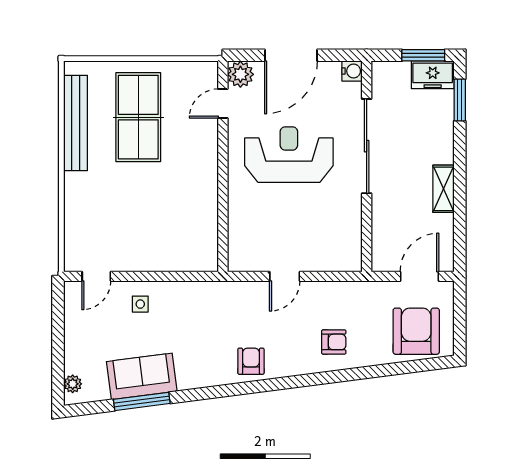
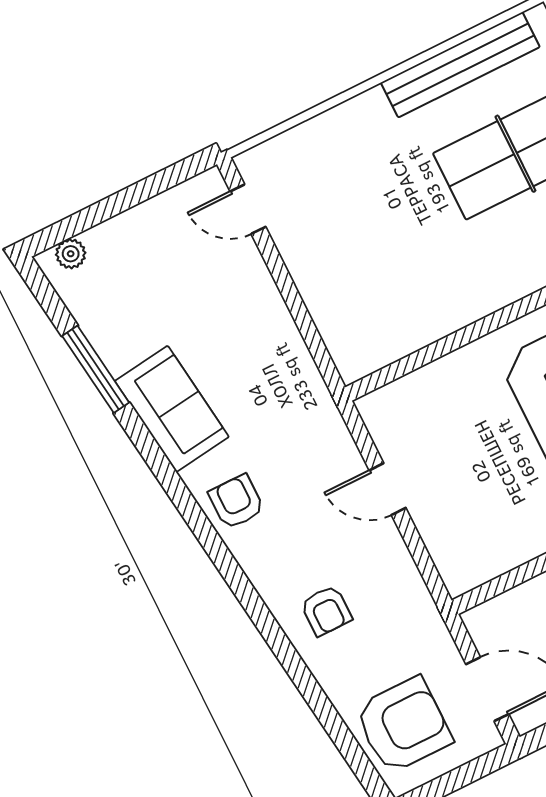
side table: (140, 304) -> (239, 295), removed
armchair: (251, 361) -> (236, 502), turned -90
sofa: (142, 376) -> (172, 409), moved

